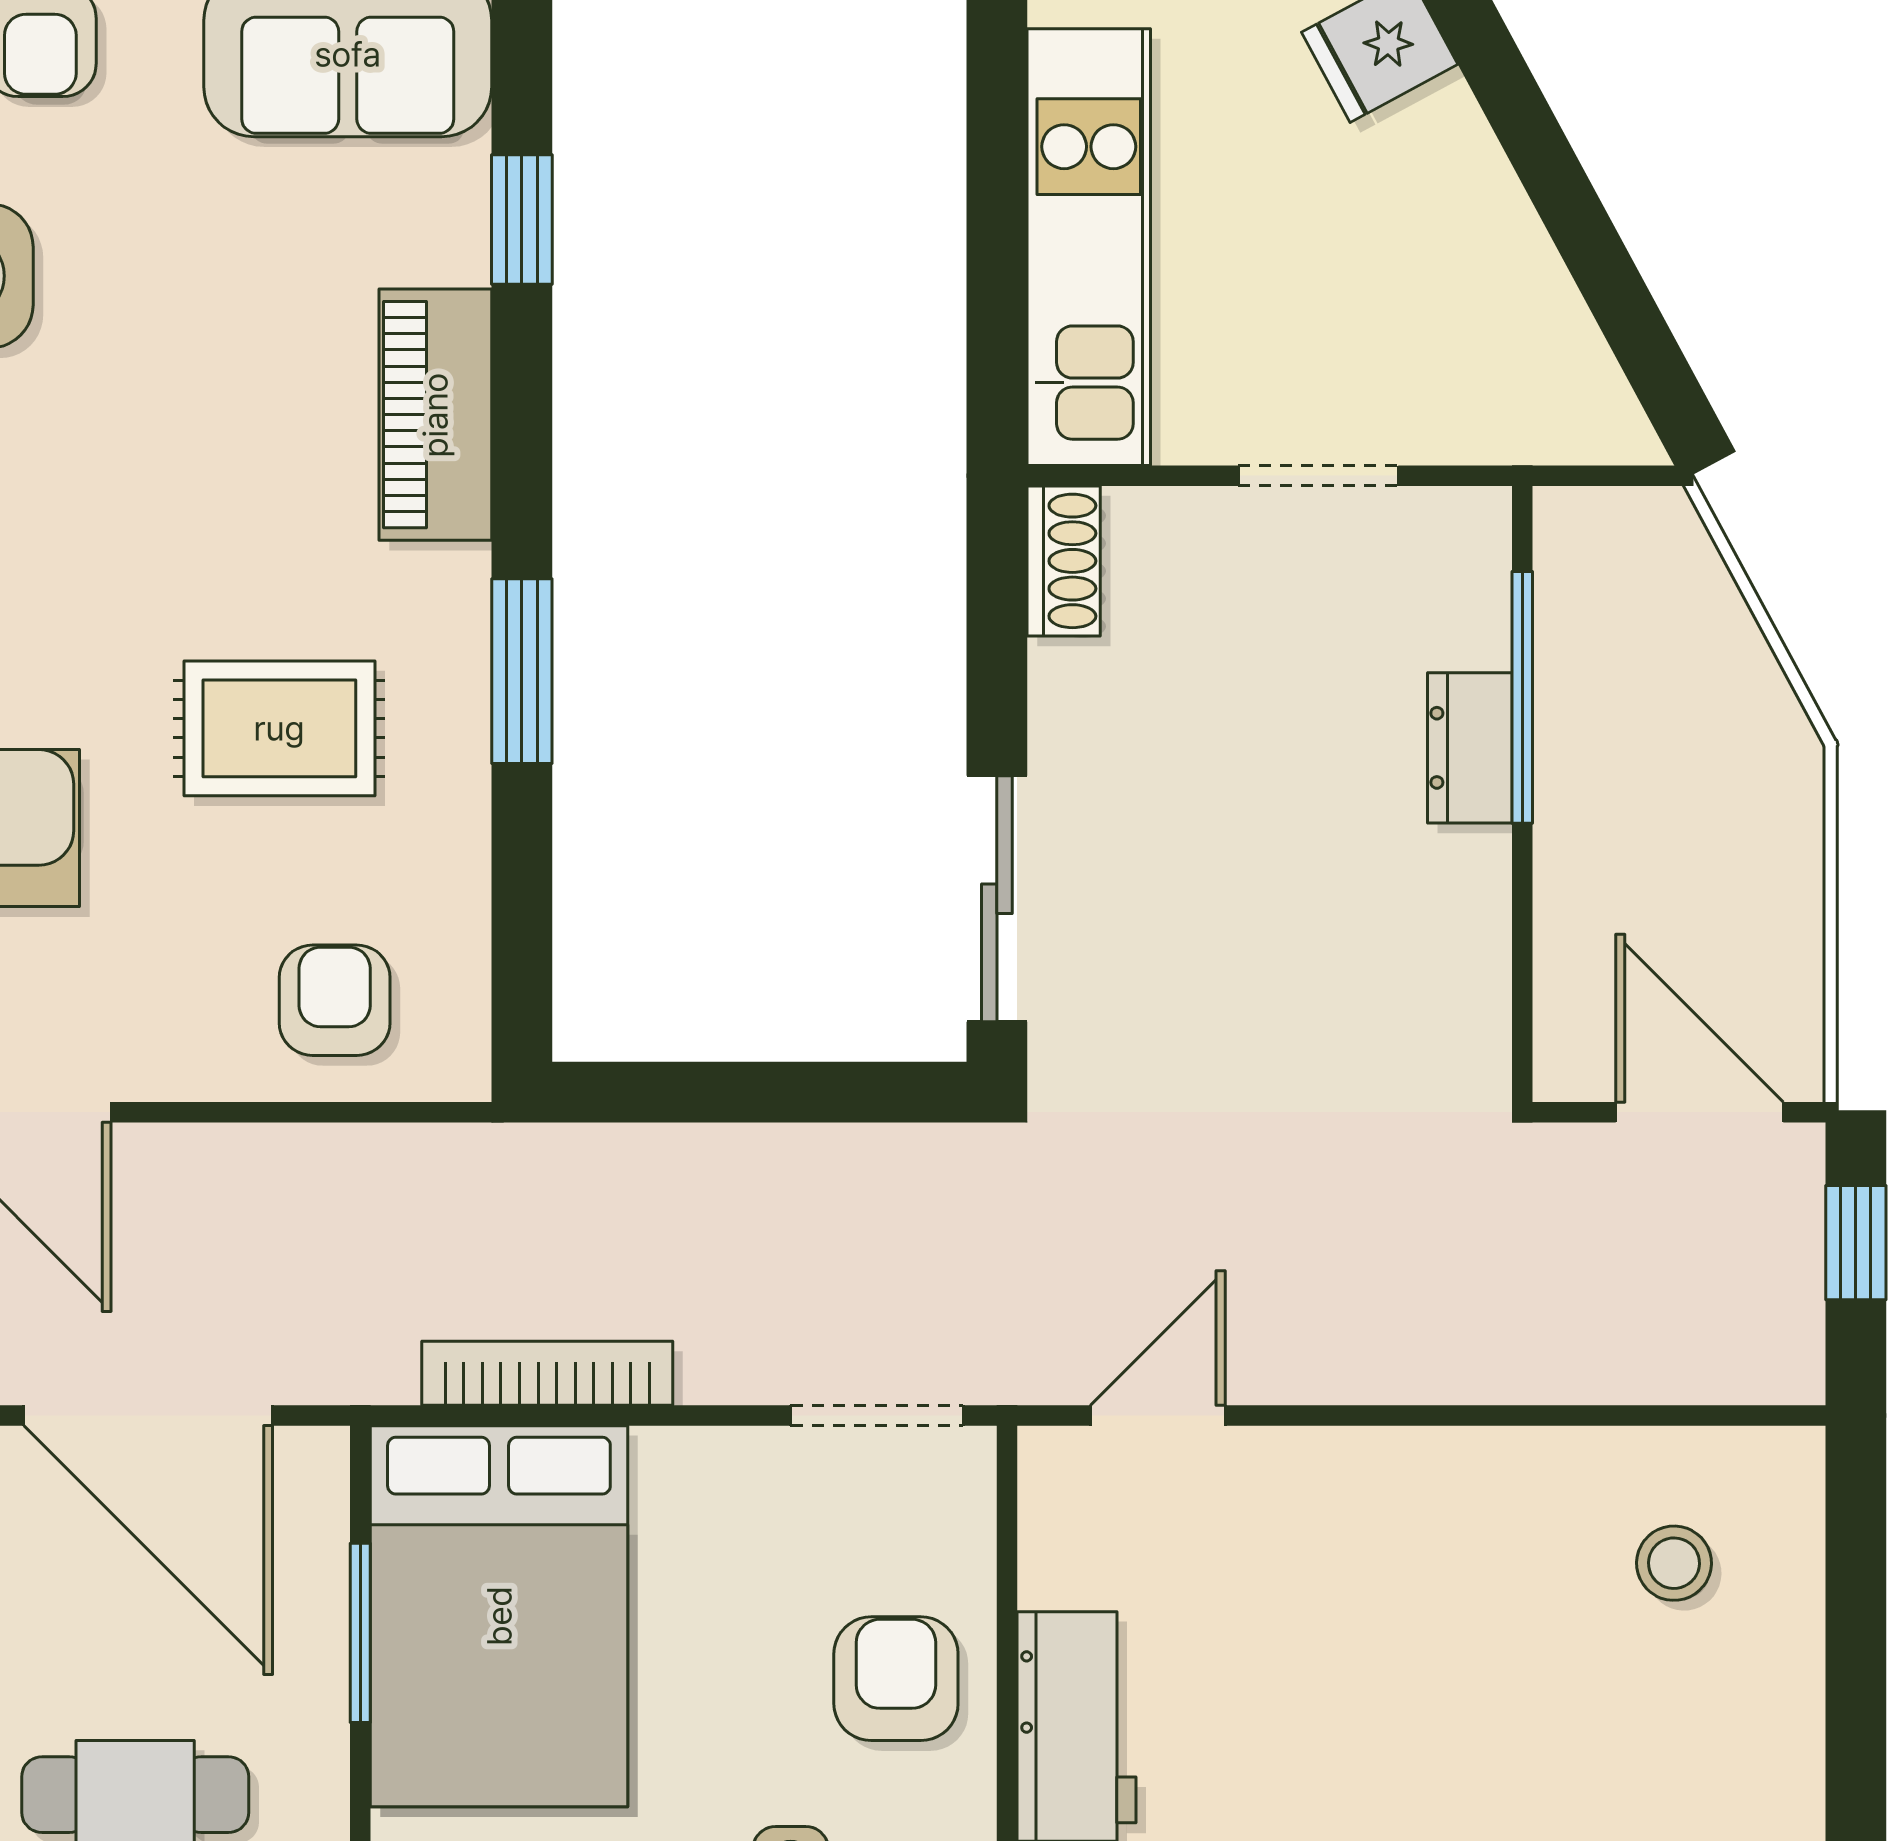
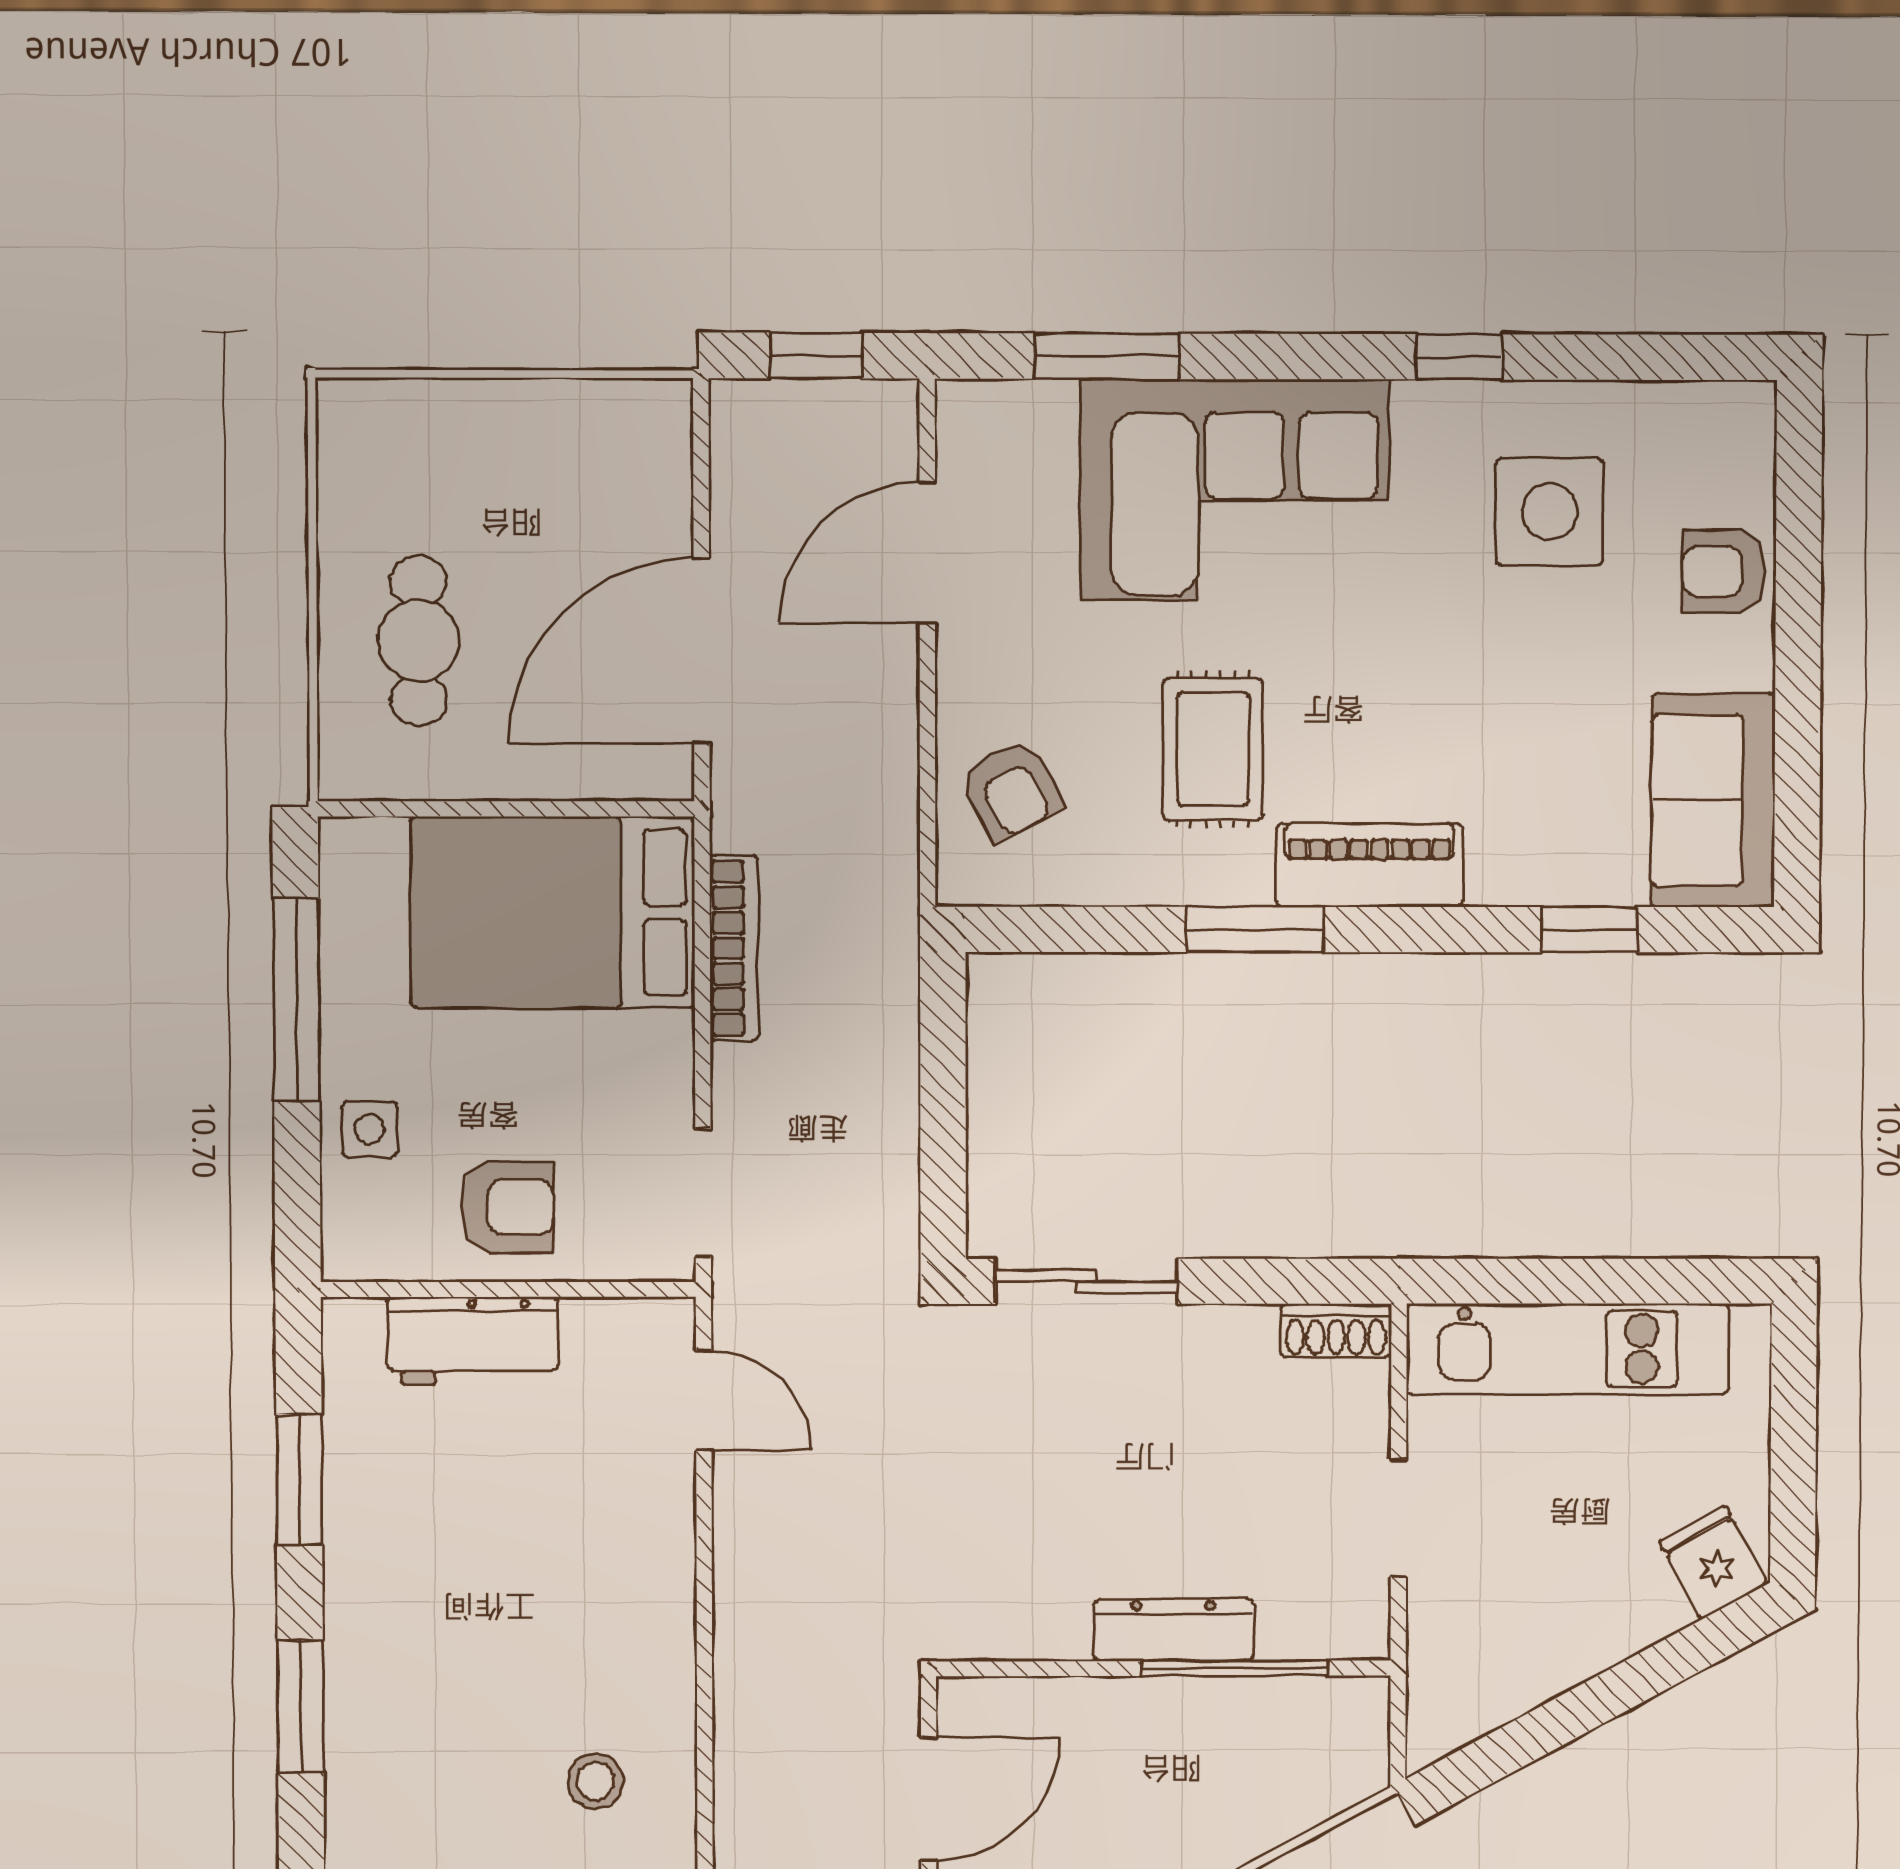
piano: (435, 415) -> (1369, 865), moved
dresser: (1470, 748) -> (1173, 1630), width x1.44
armchair: (335, 1000) -> (1011, 790), turned 62
window: (360, 1633) -> (540, 809), removed

